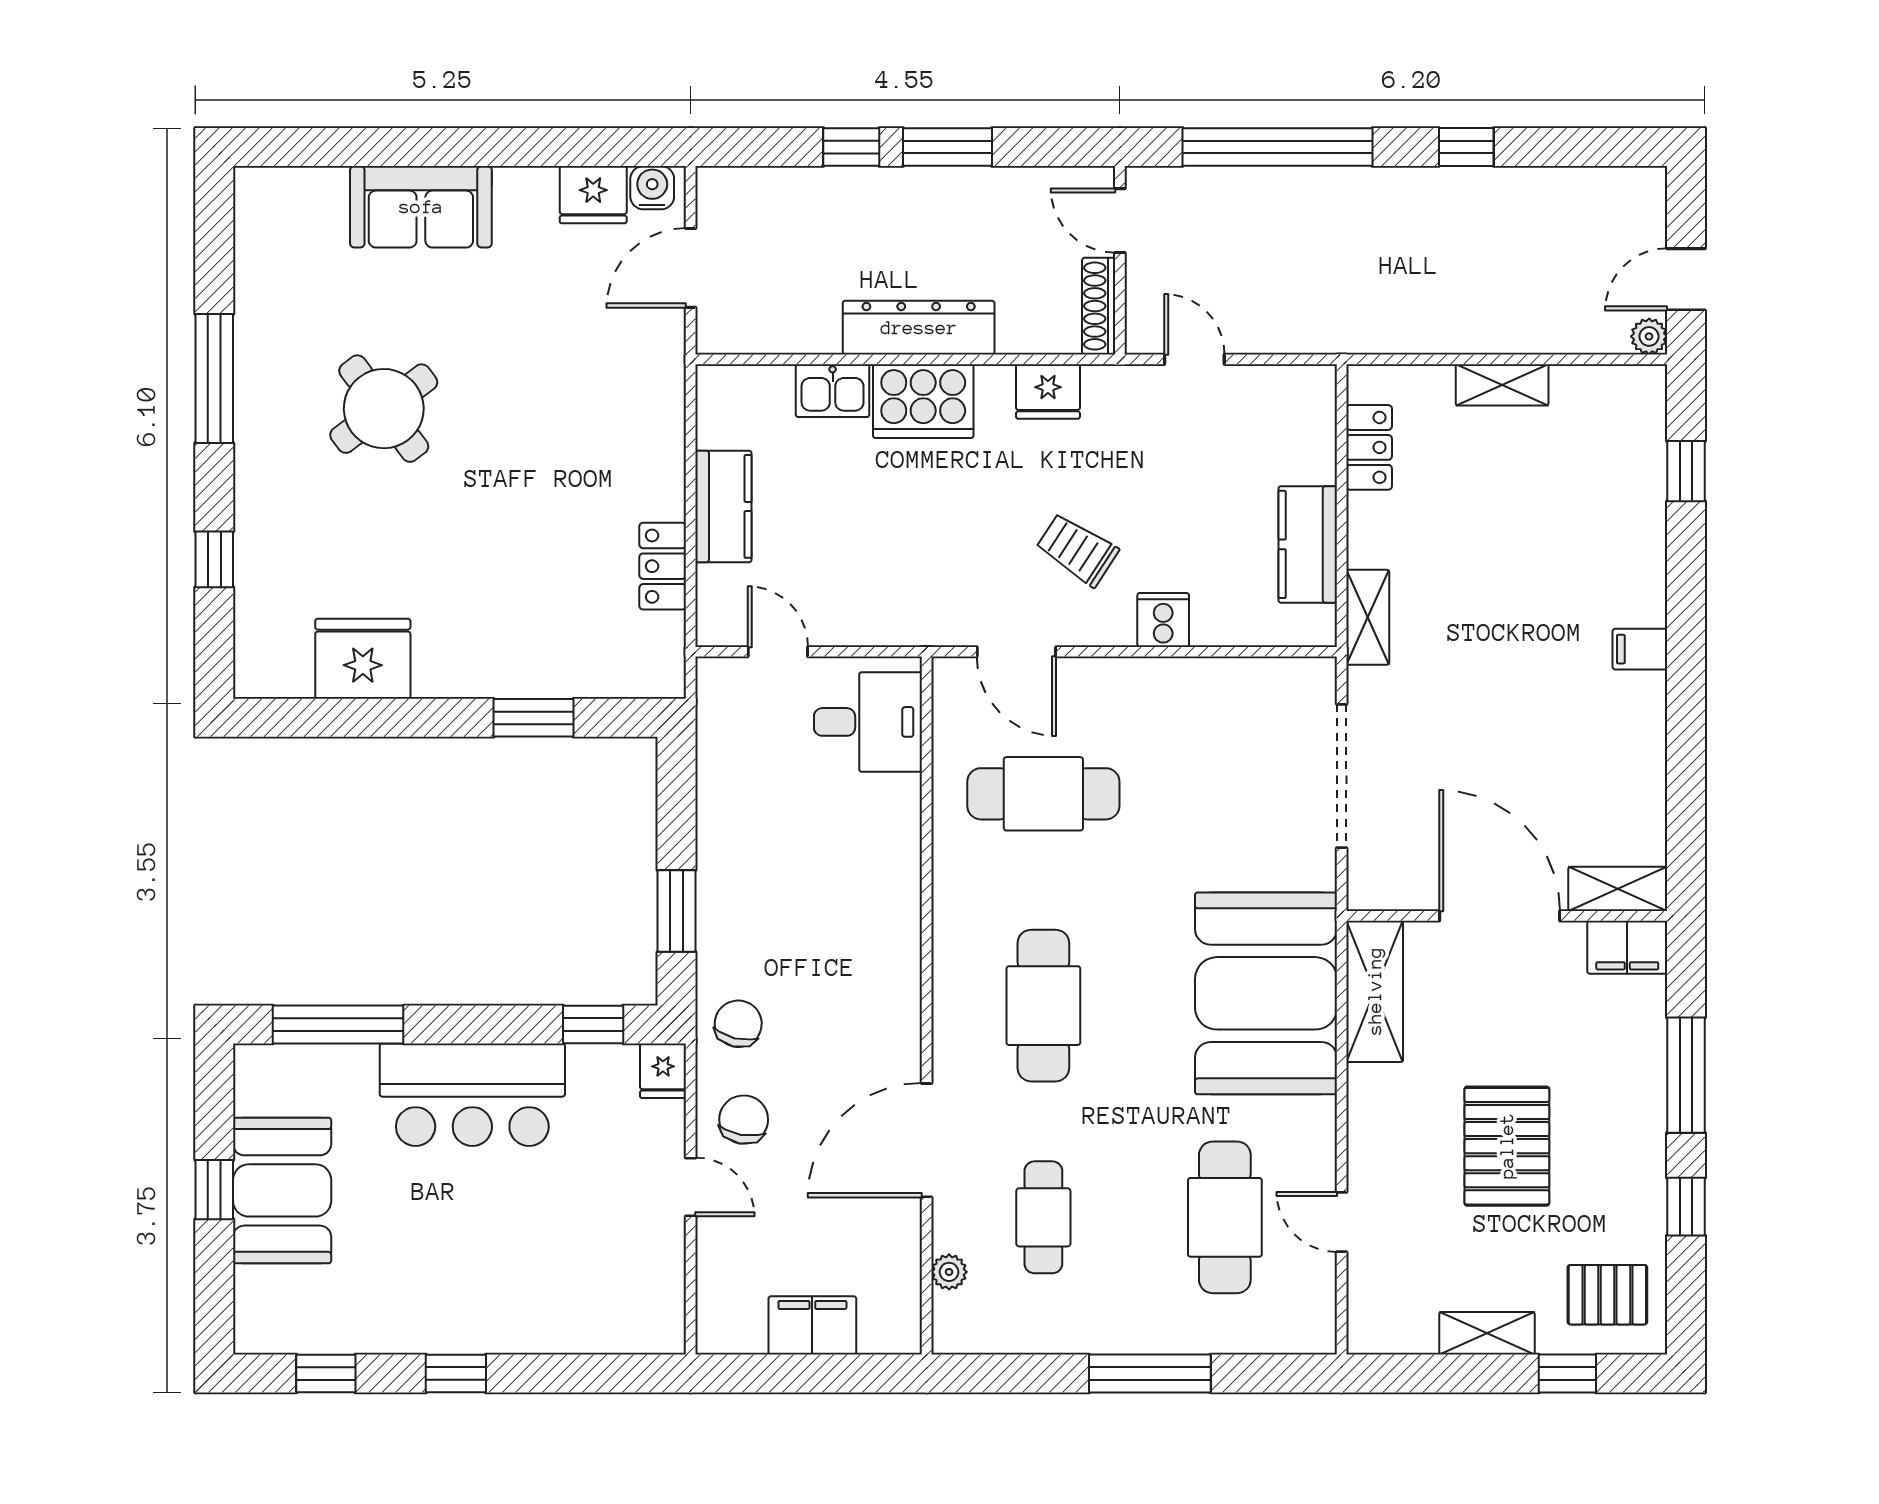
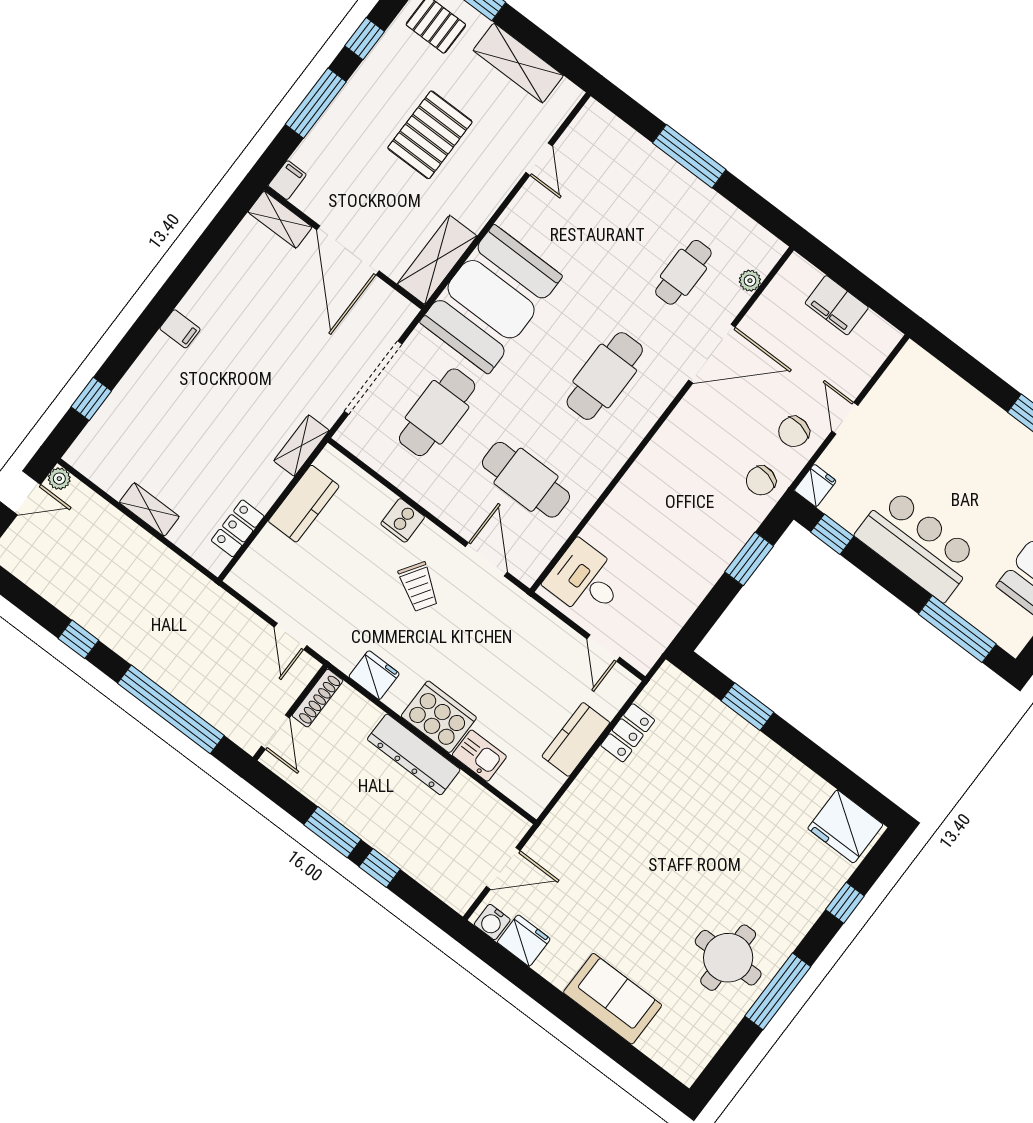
round table: (384, 409) -> (728, 958), moved, turned 37
fridge: (363, 659) -> (845, 826), moved
filing cabinet: (1627, 947) -> (287, 180), width x0.50
cafe table: (1225, 1217) -> (437, 412), moved
shelving: (1487, 1333) -> (518, 63), width x1.50, depth x1.33

